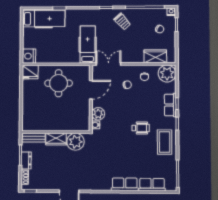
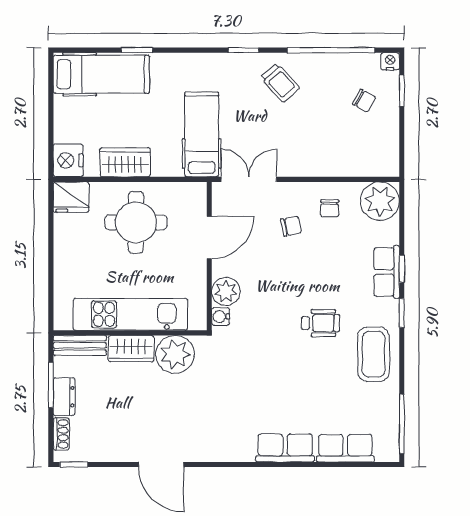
wardrobe: (155, 56) -> (125, 162), moved
kitchen unit: (56, 124) -> (130, 314), added

